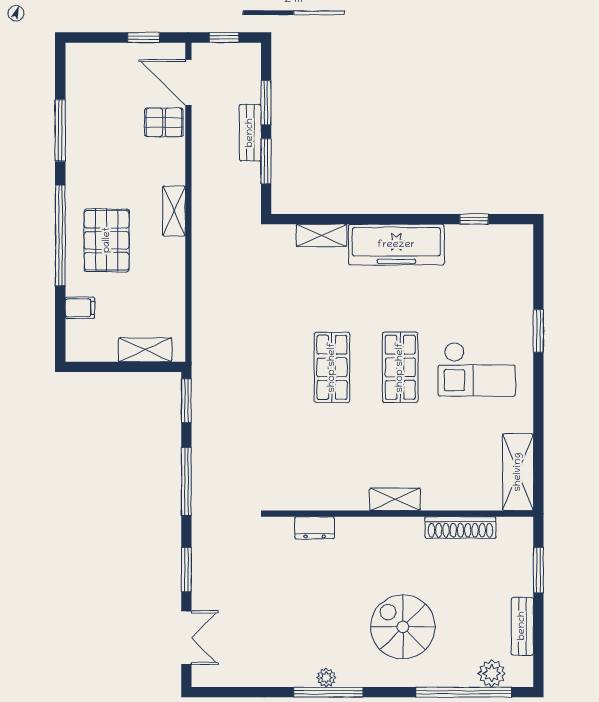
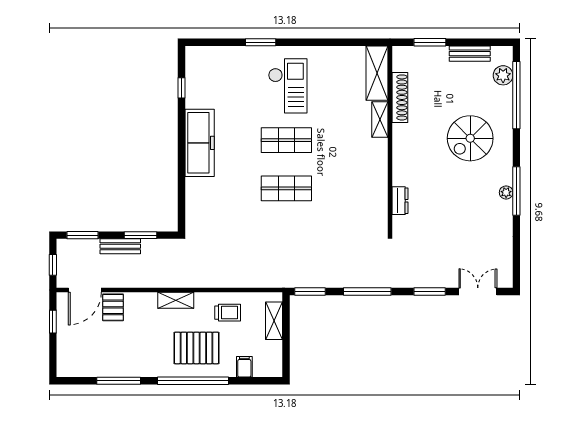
window: (266, 103) -> (83, 235), moved
shelving: (322, 235) -> (193, 196), removed
trolley: (157, 284) -> (228, 313), added
shelving: (518, 472) -> (377, 73), moved, turned 90
shelving: (395, 499) -> (380, 120), moved

